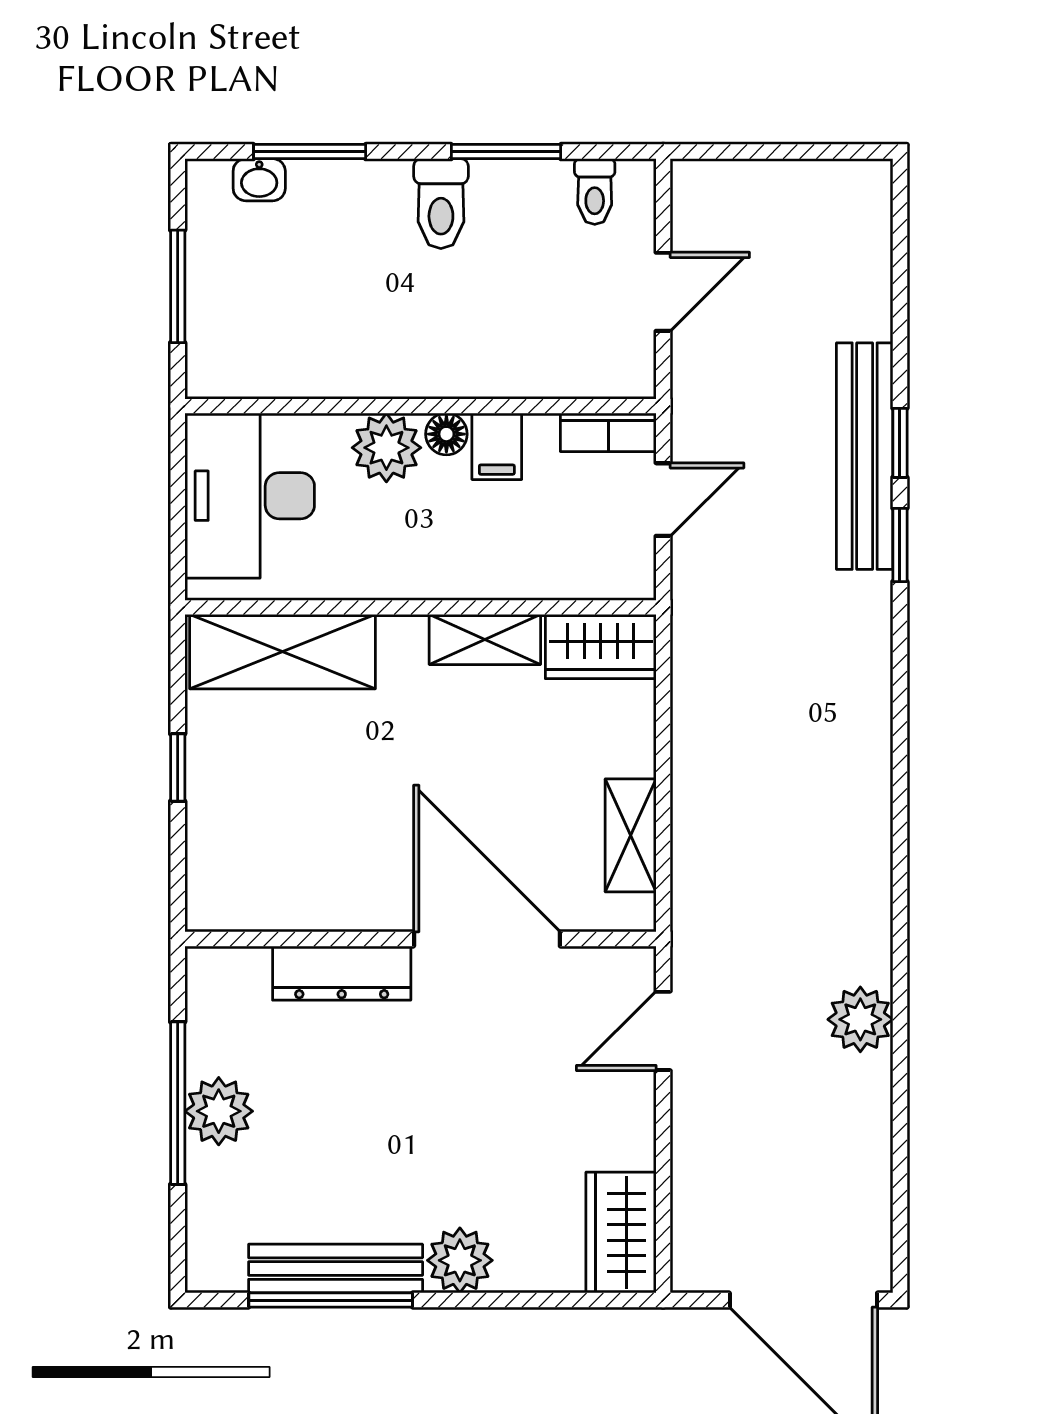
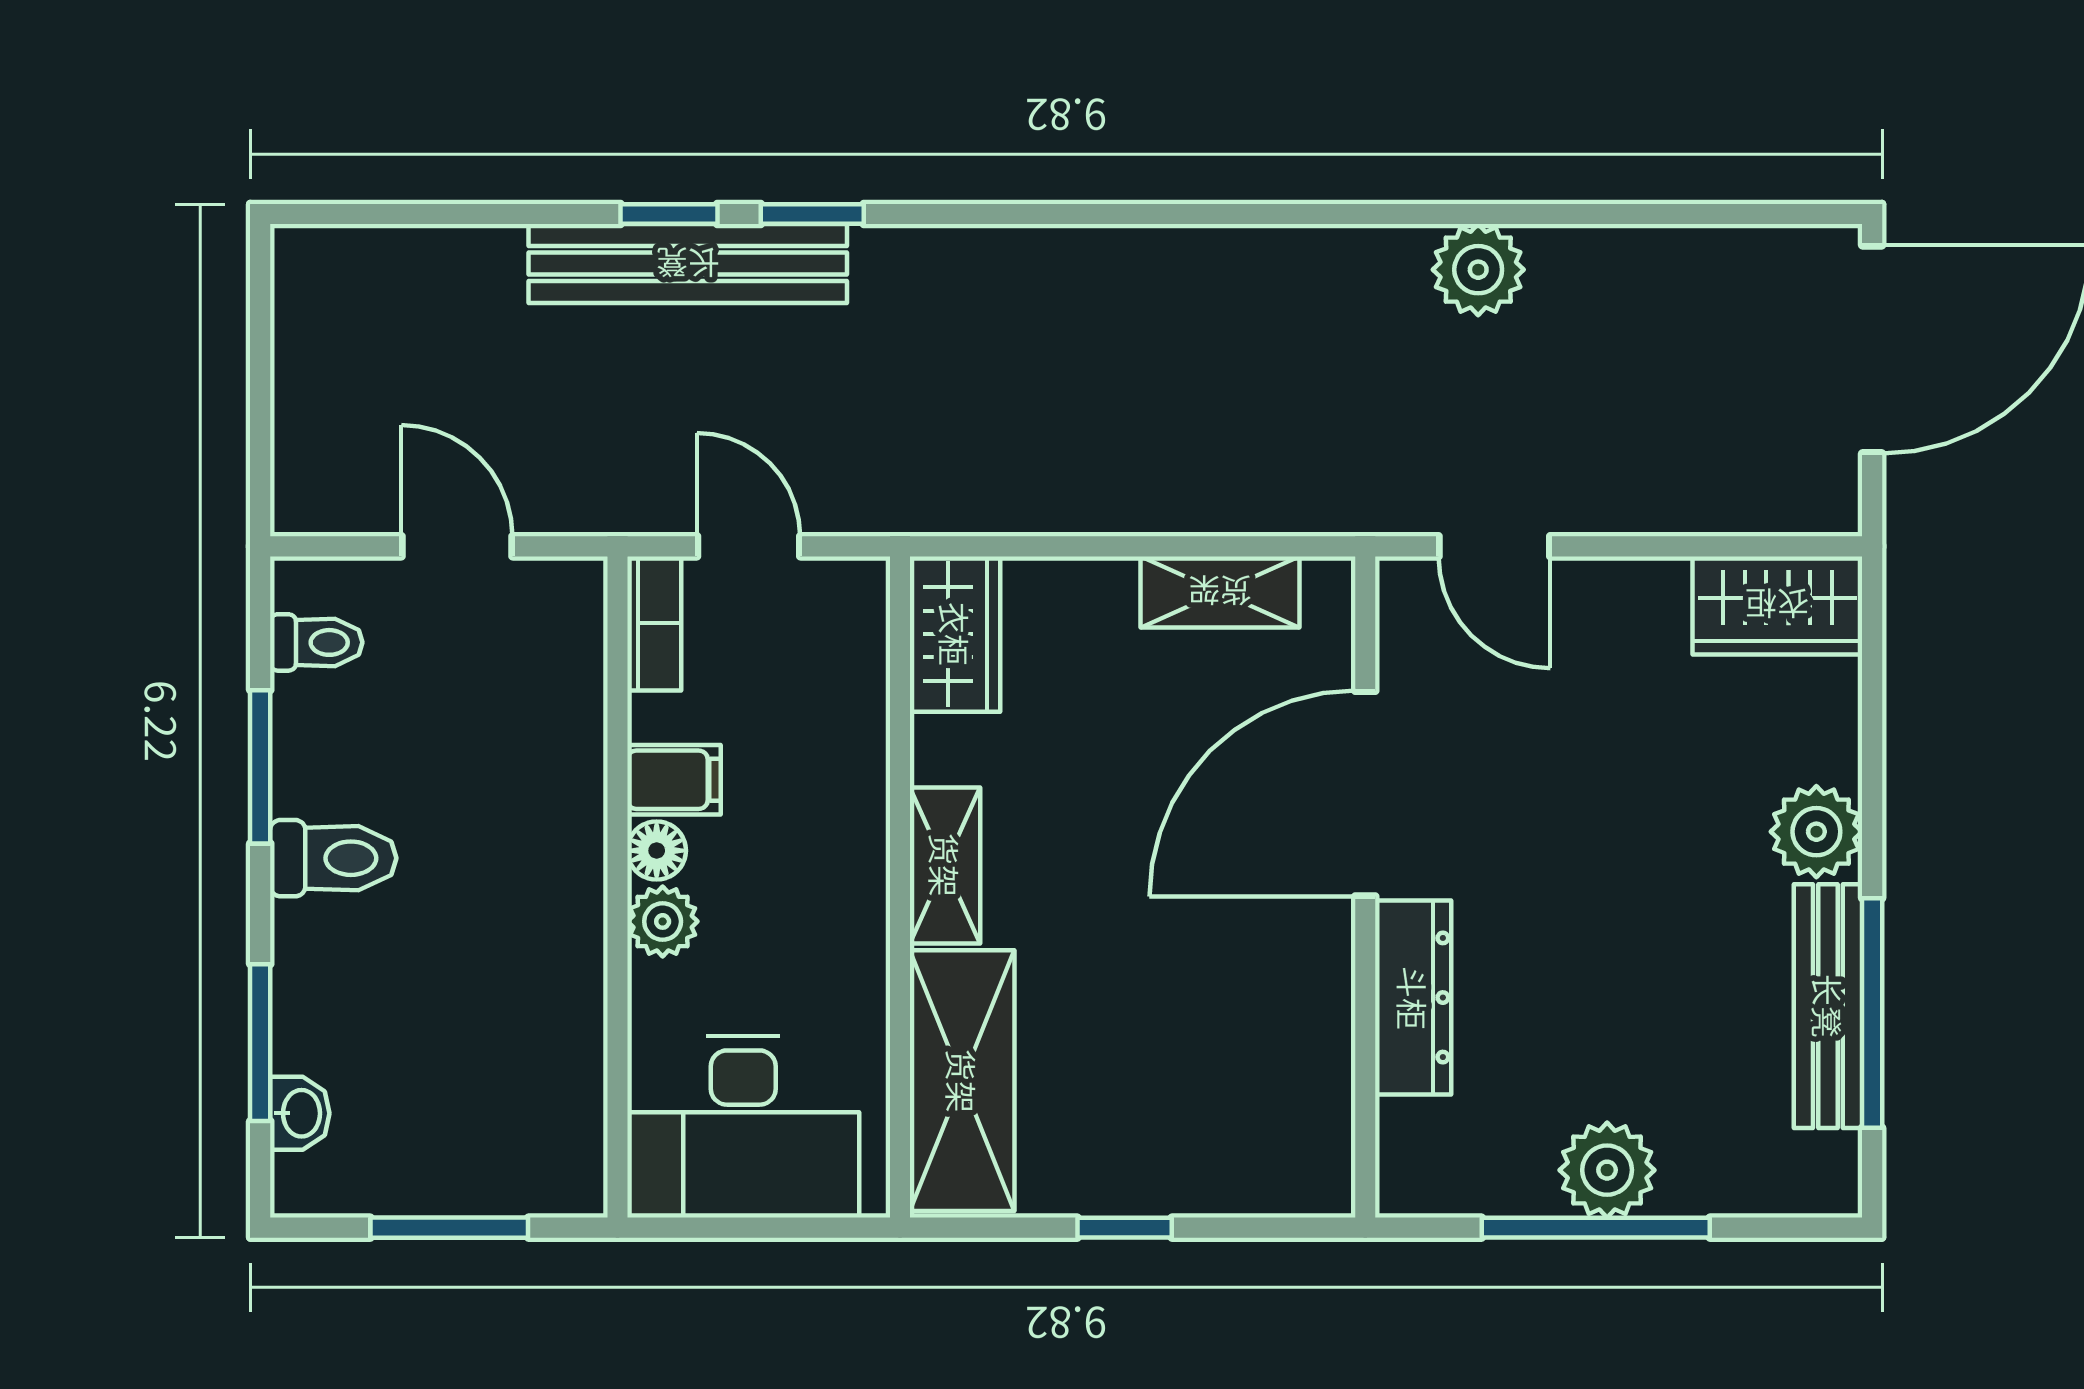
plant: (386, 448) -> (663, 921), width x0.73, depth x0.73
shelving: (485, 640) -> (945, 865), moved

